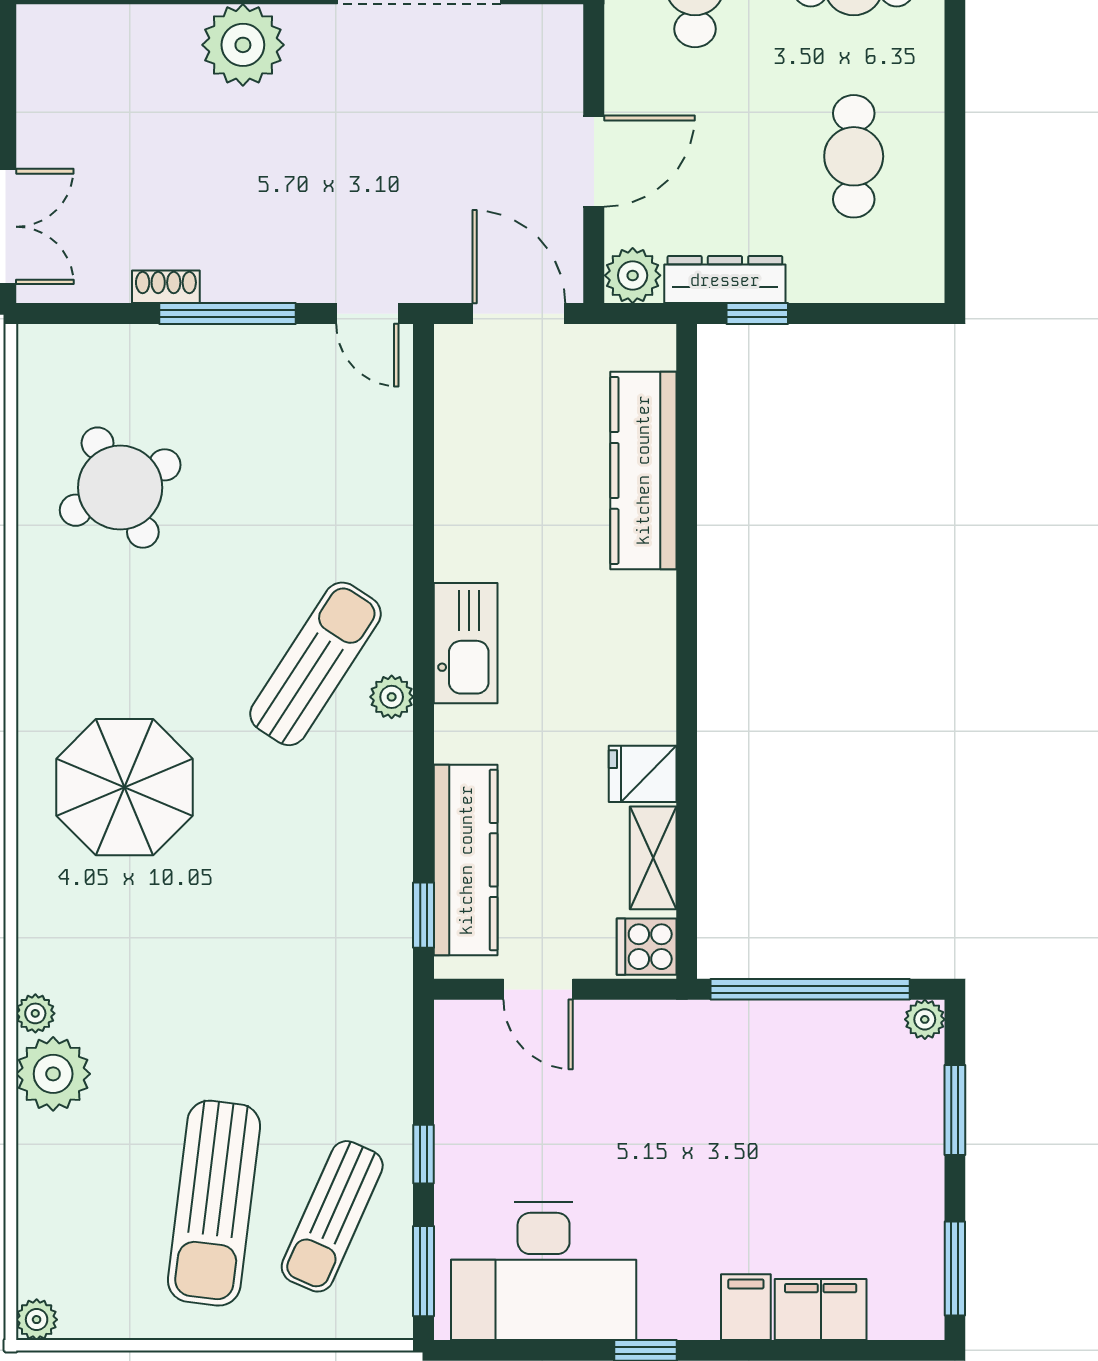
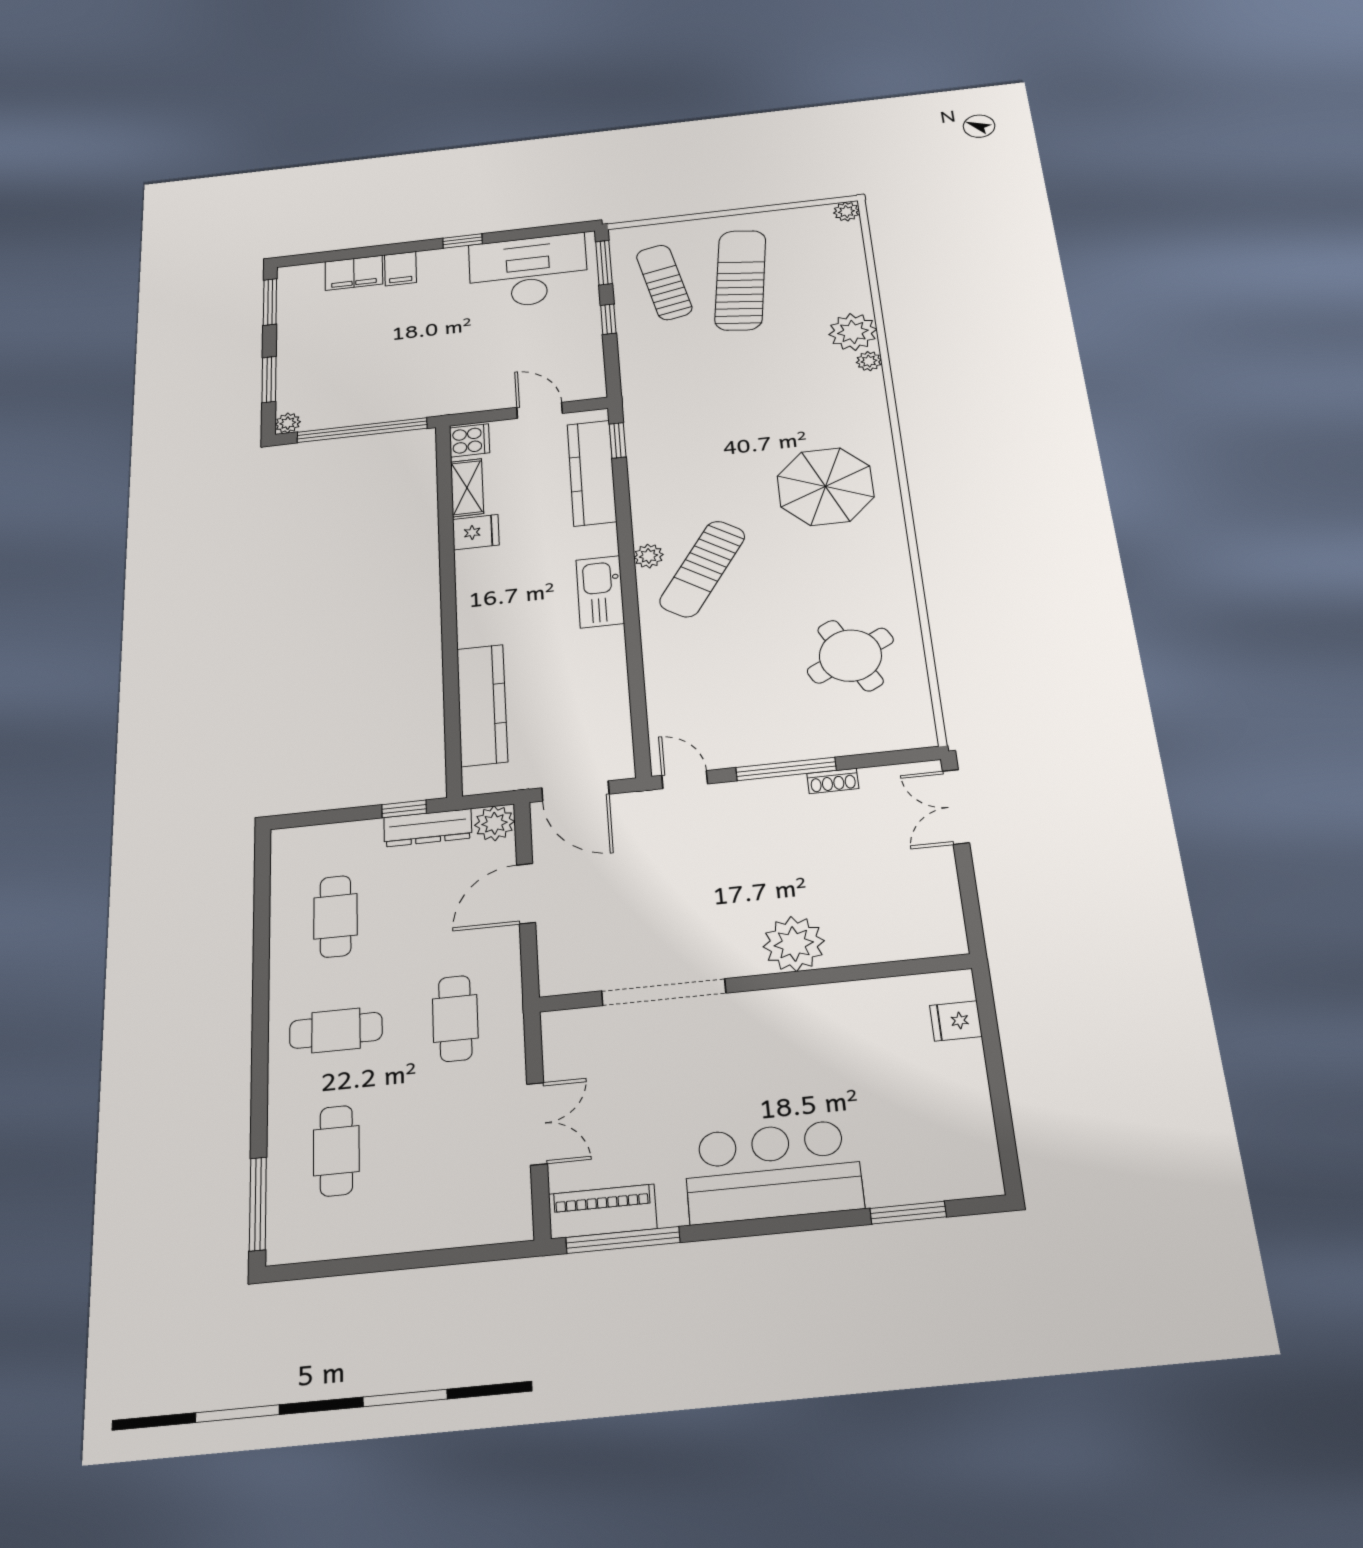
sun lounger: (332, 1216) -> (664, 282), turned -36

